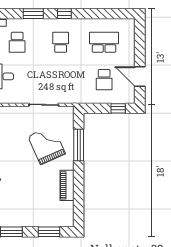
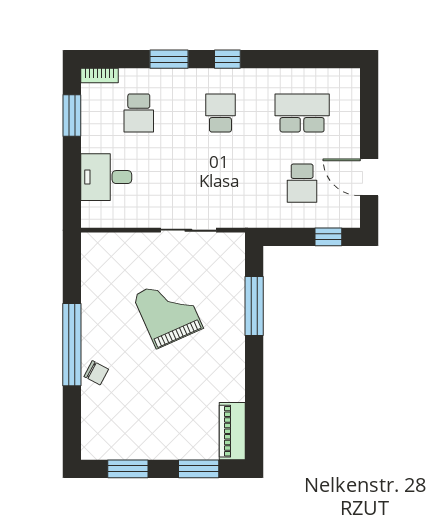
grand piano: (47, 145) -> (168, 312), moved
piano: (67, 185) -> (232, 431), moved

